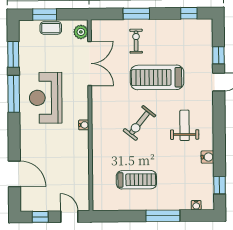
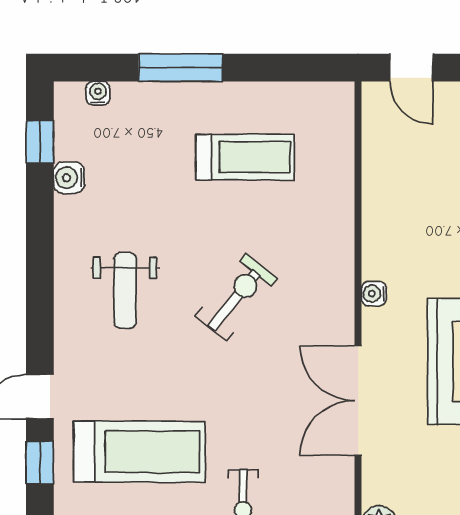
double door: (90, 64) -> (358, 400), moved
treadmill: (157, 77) -> (139, 452), moved
water cooler: (208, 157) -> (69, 178), moved
treadmill: (136, 180) -> (245, 157), turned 180

